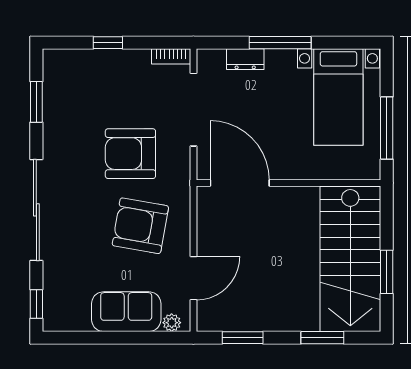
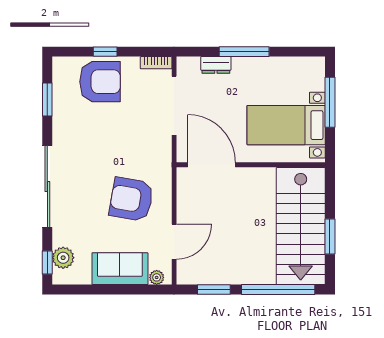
bed with nightstands: (338, 97) -> (286, 125), moved, turned 90
window: (387, 128) -> (330, 102), moved
armchair: (130, 154) -> (100, 82), moved, turned 180
plant: (56, 298) -> (63, 258), added
window: (322, 338) -> (278, 290), width x2.11

